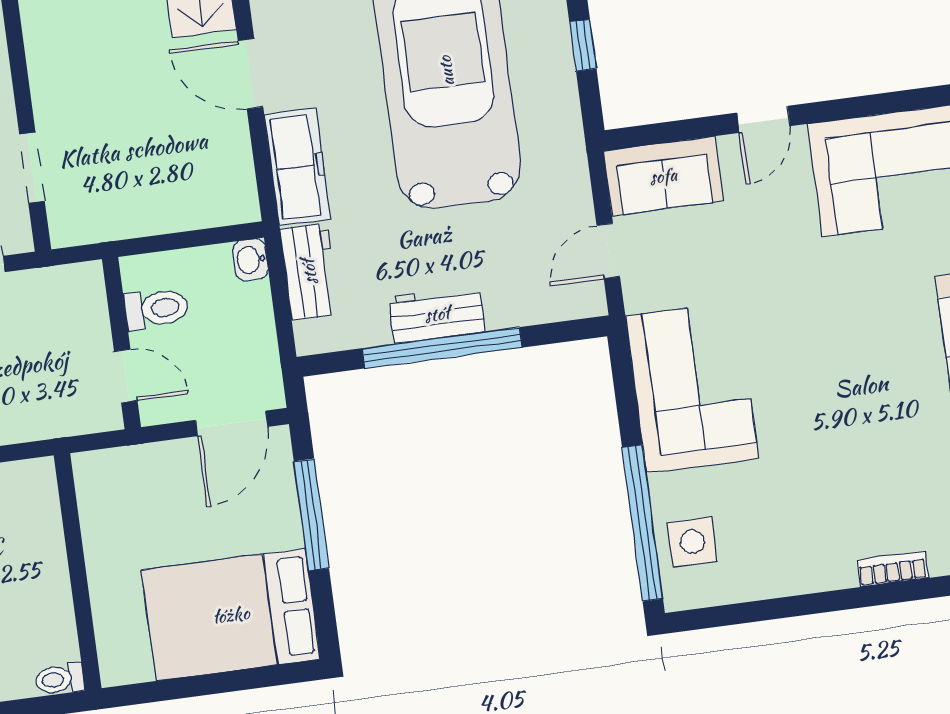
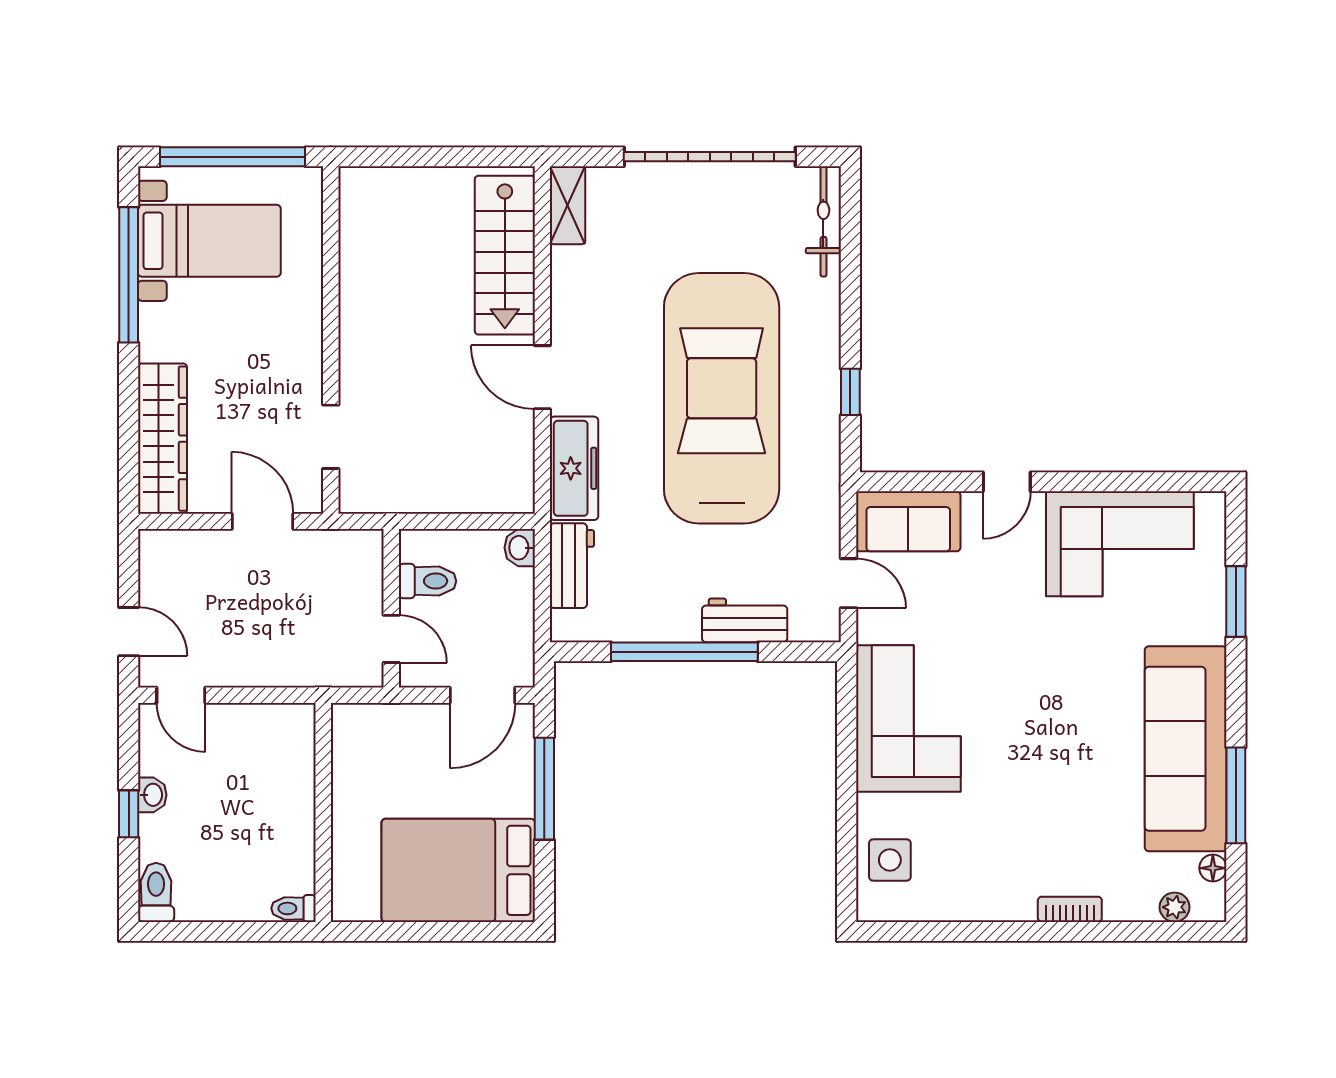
door: (608, 251) -> (849, 583), swing flipped
workbench: (437, 314) -> (745, 620), moved
window: (643, 523) -> (847, 837), removed

